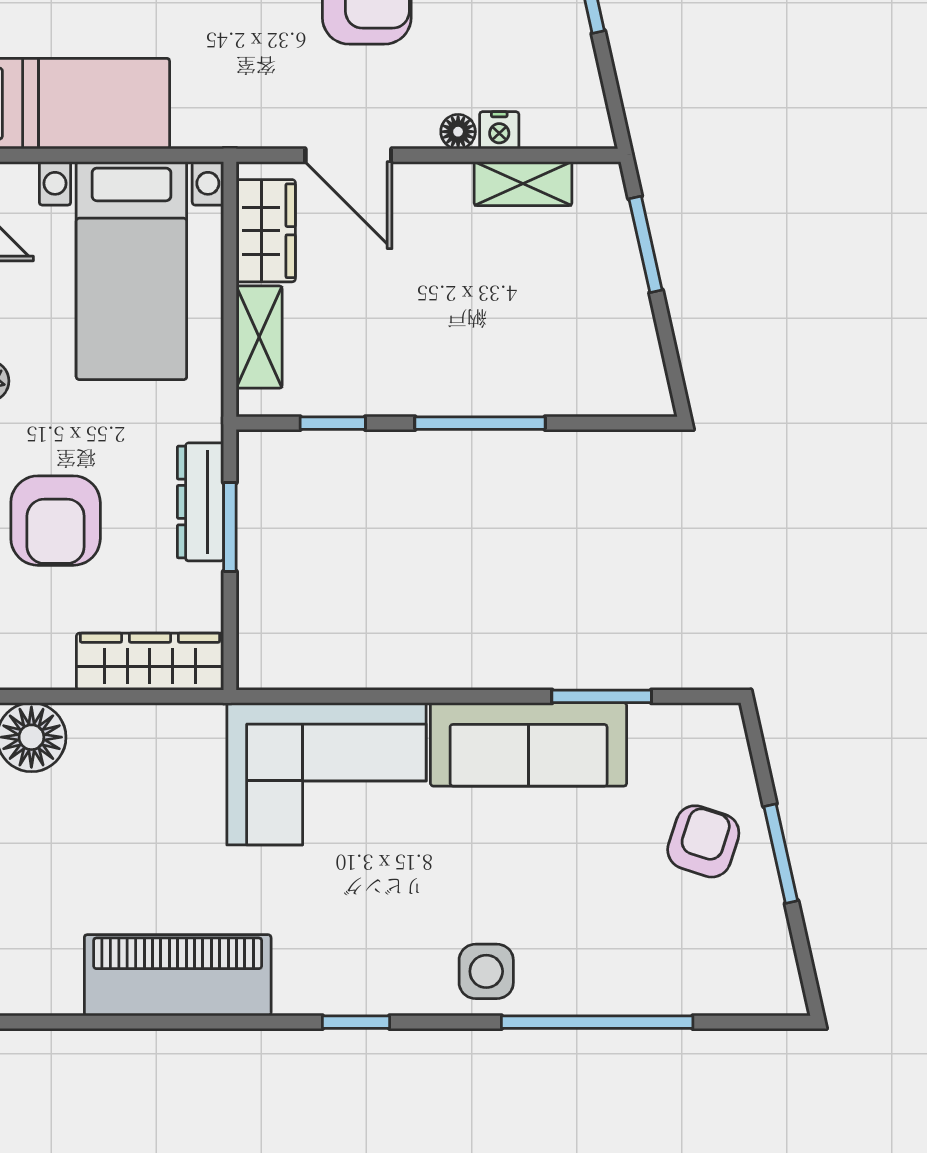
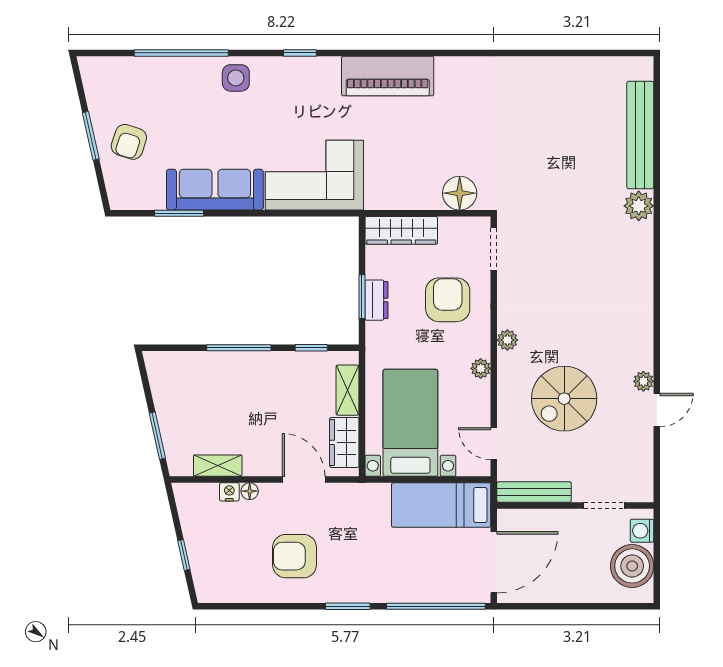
dresser: (200, 502) -> (376, 300), width x0.70

